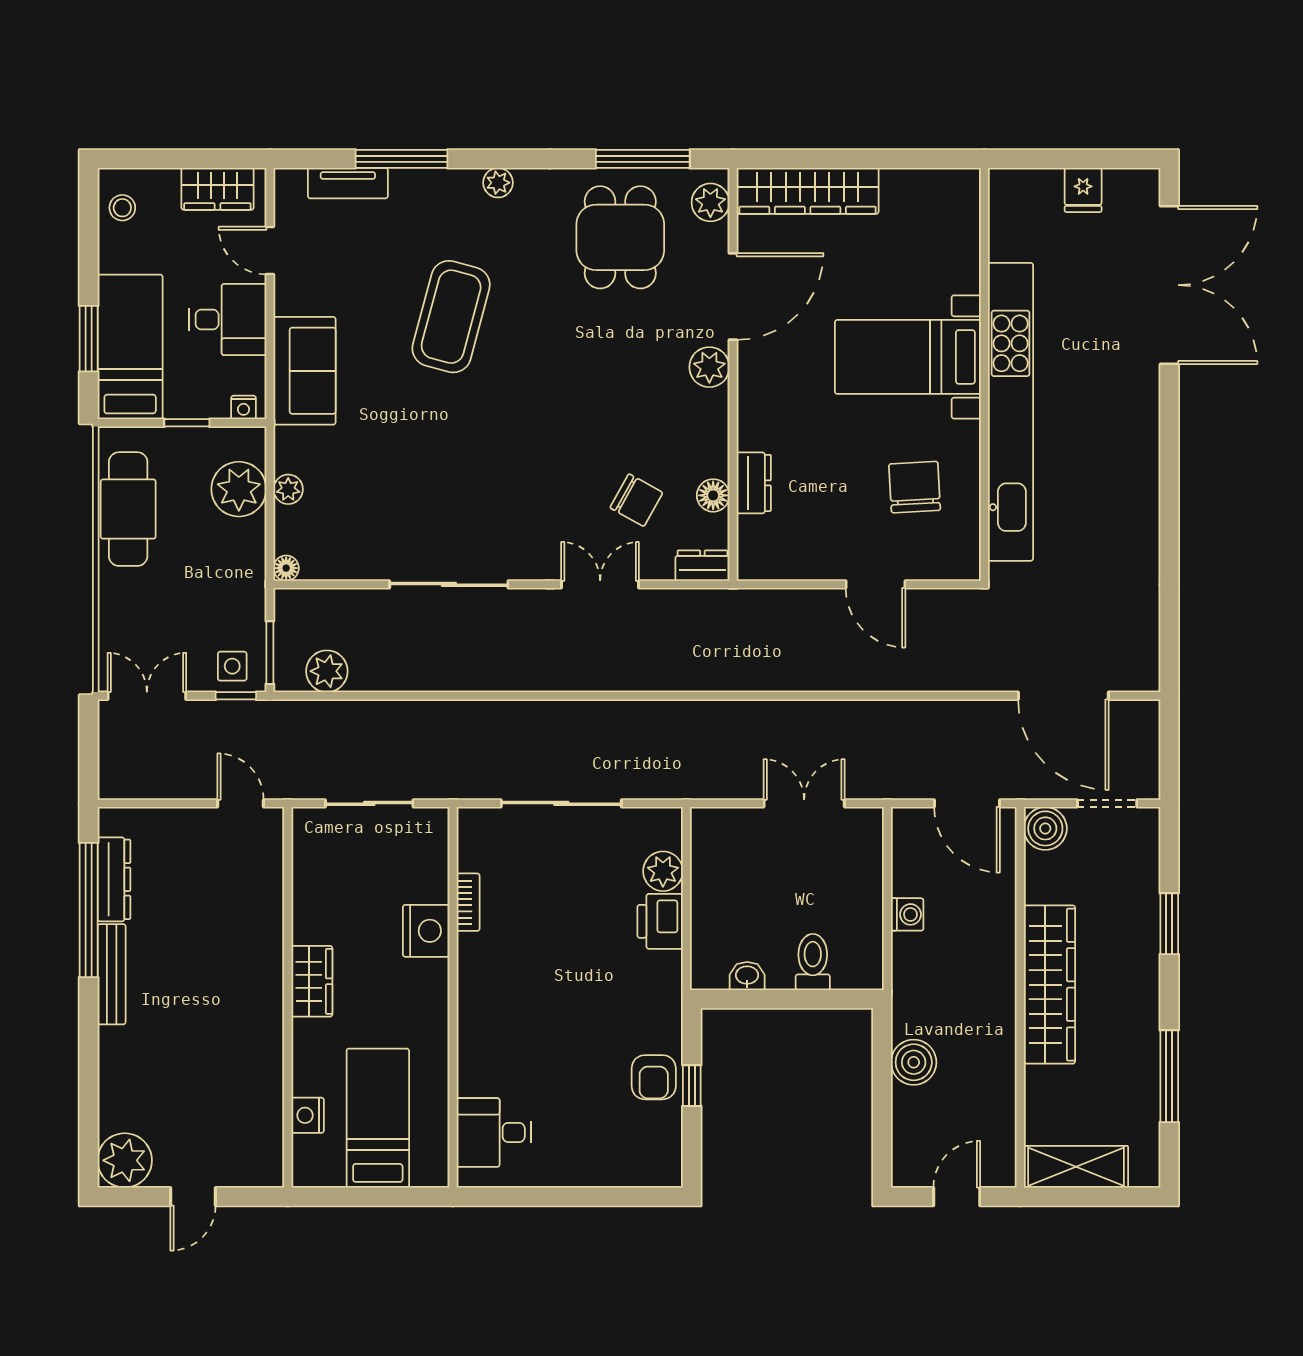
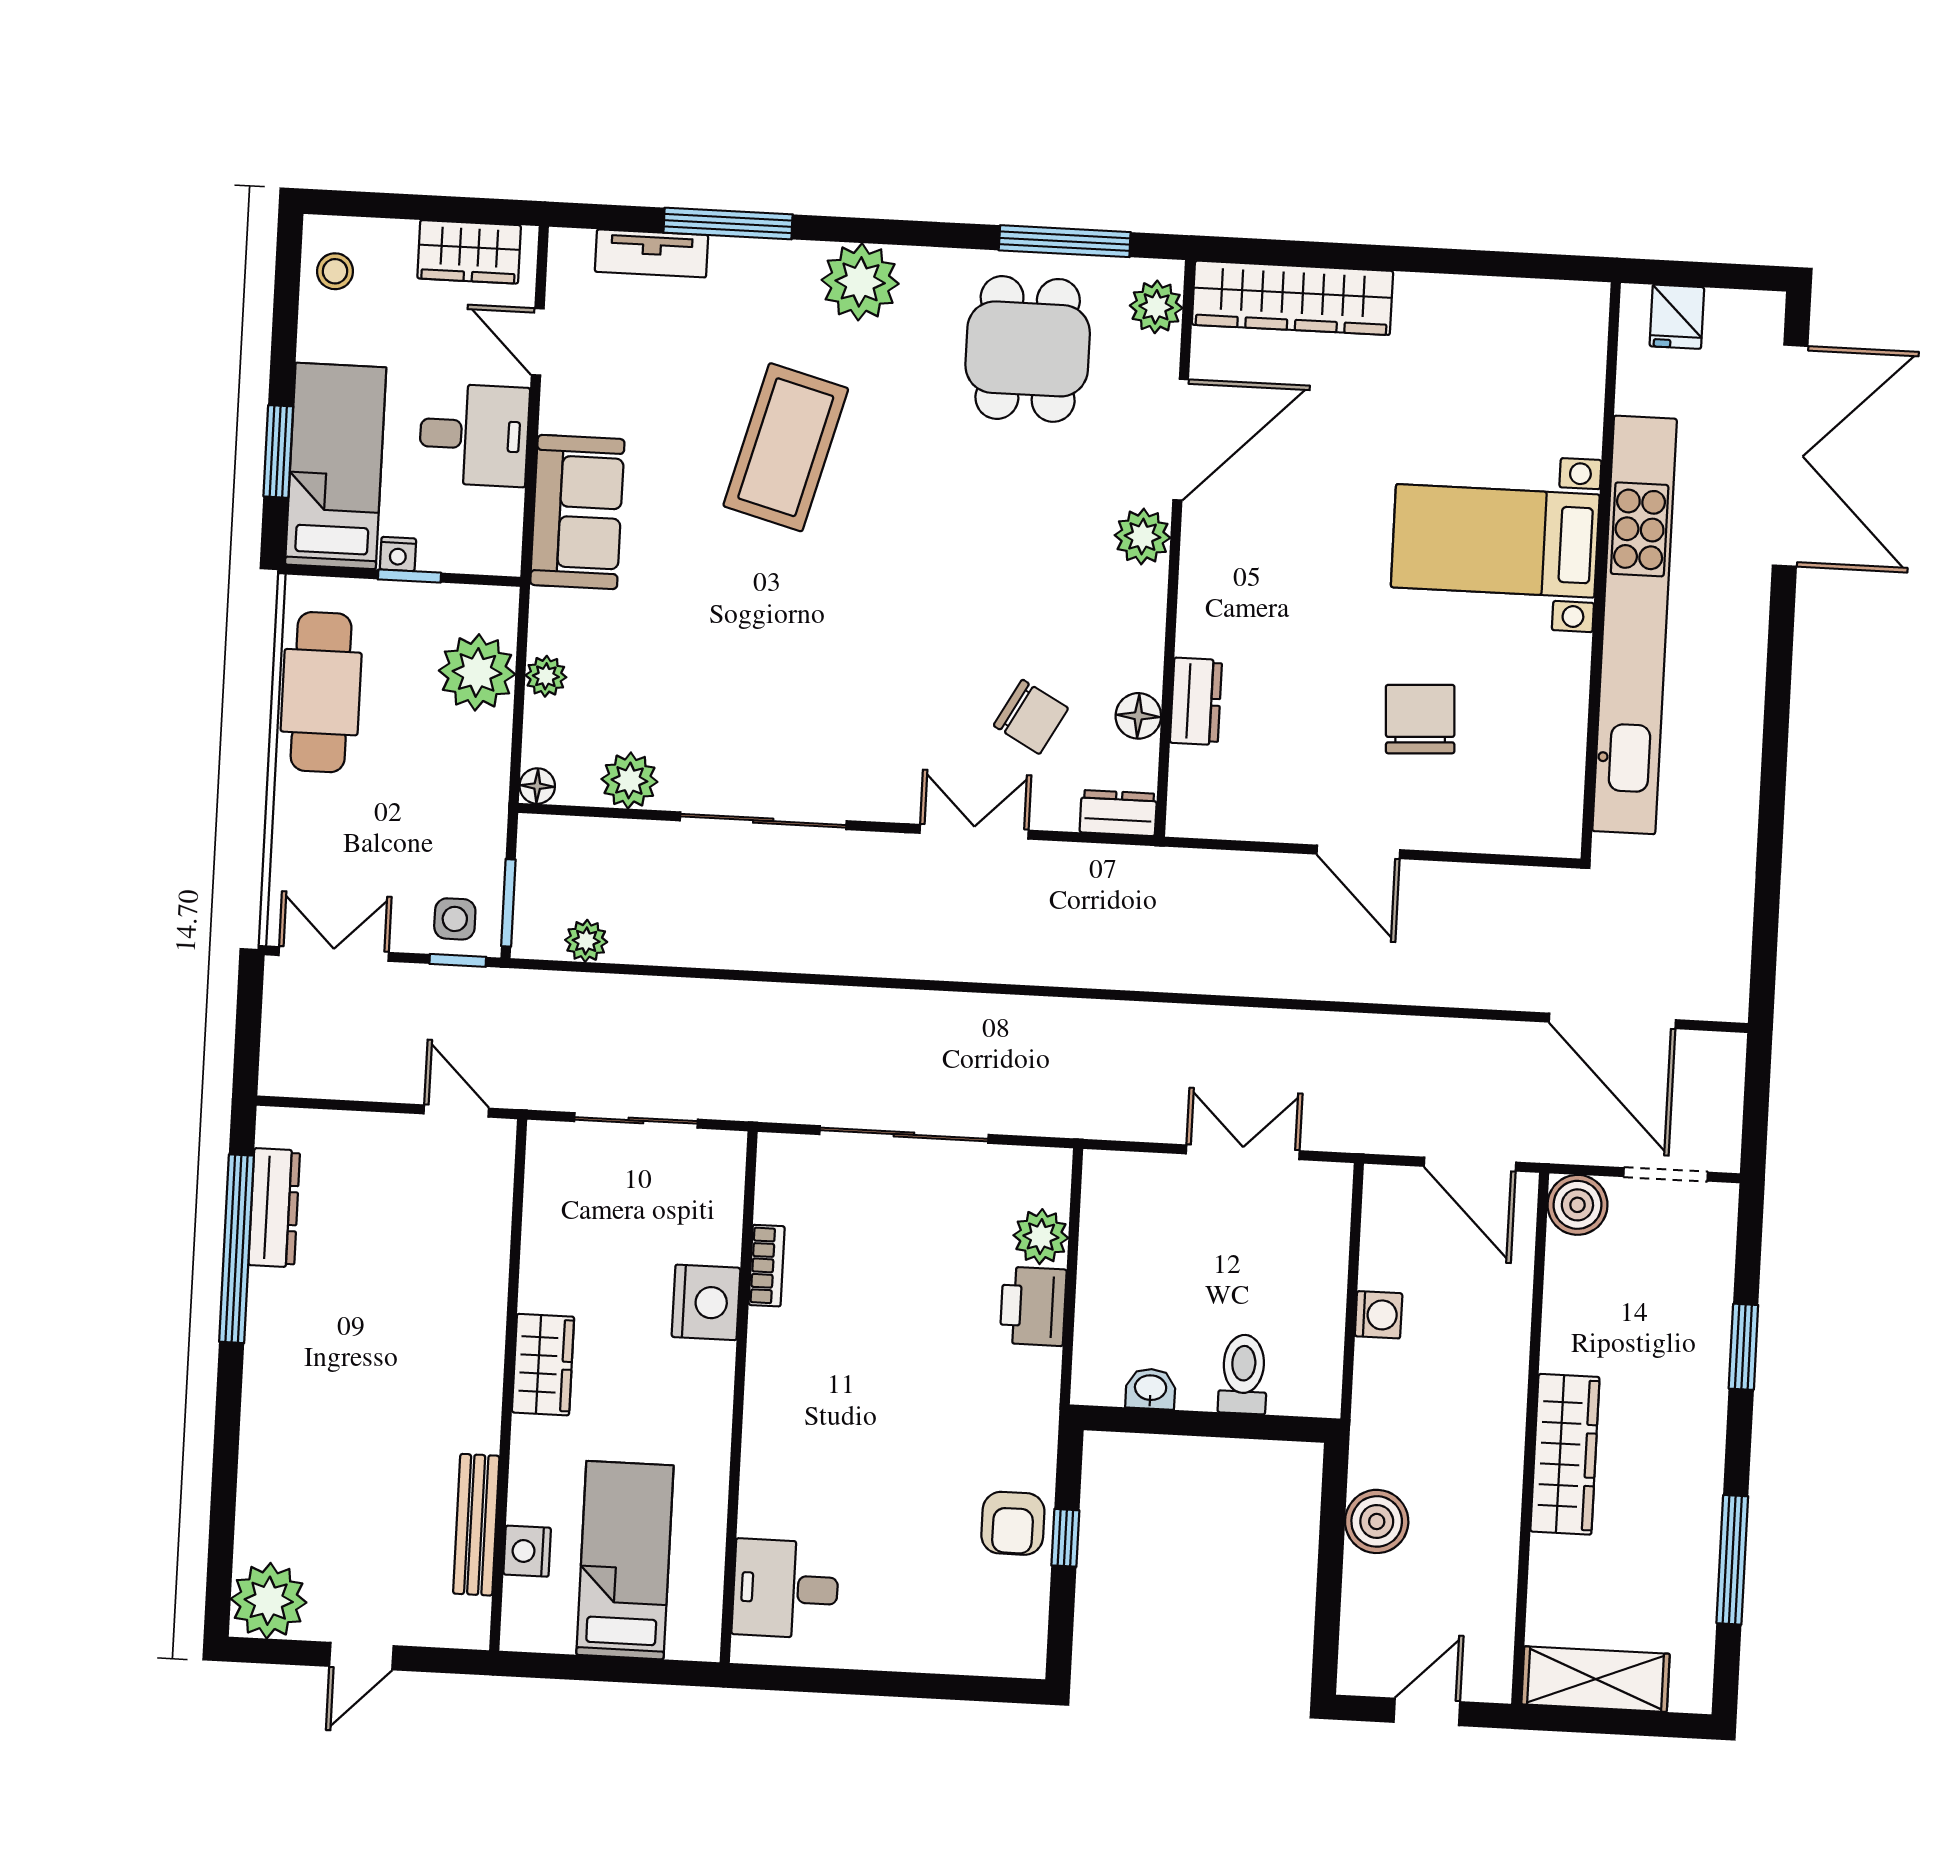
plant: (498, 183) -> (860, 282), width x1.87, depth x1.87
bed with nightstands: (908, 357) -> (1495, 541), moved
wall: (984, 374) -> (1601, 571), moved
nightstand: (243, 407) -> (398, 554), moved
kitchen unit: (1011, 412) -> (1635, 625), moved
plant: (352, 561) -> (629, 780), added
plant: (327, 671) -> (586, 941), width x0.73, depth x0.73
bench: (112, 974) -> (476, 1525), moved
wardrobe: (1049, 985) -> (1565, 1454), width x0.71, depth x0.85

